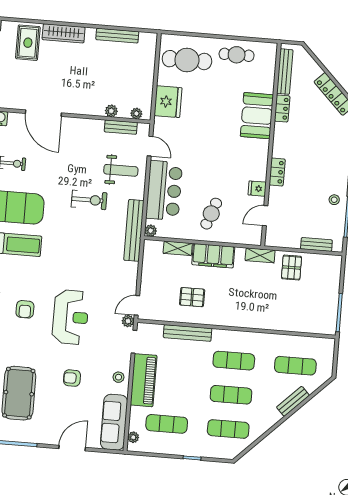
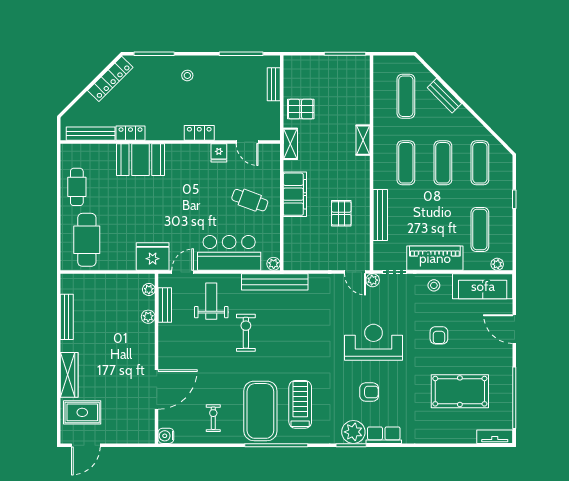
fridge: (168, 102) -> (153, 257), moved
stool: (334, 200) -> (187, 75), moved
shelving: (178, 248) -> (363, 140), moved

